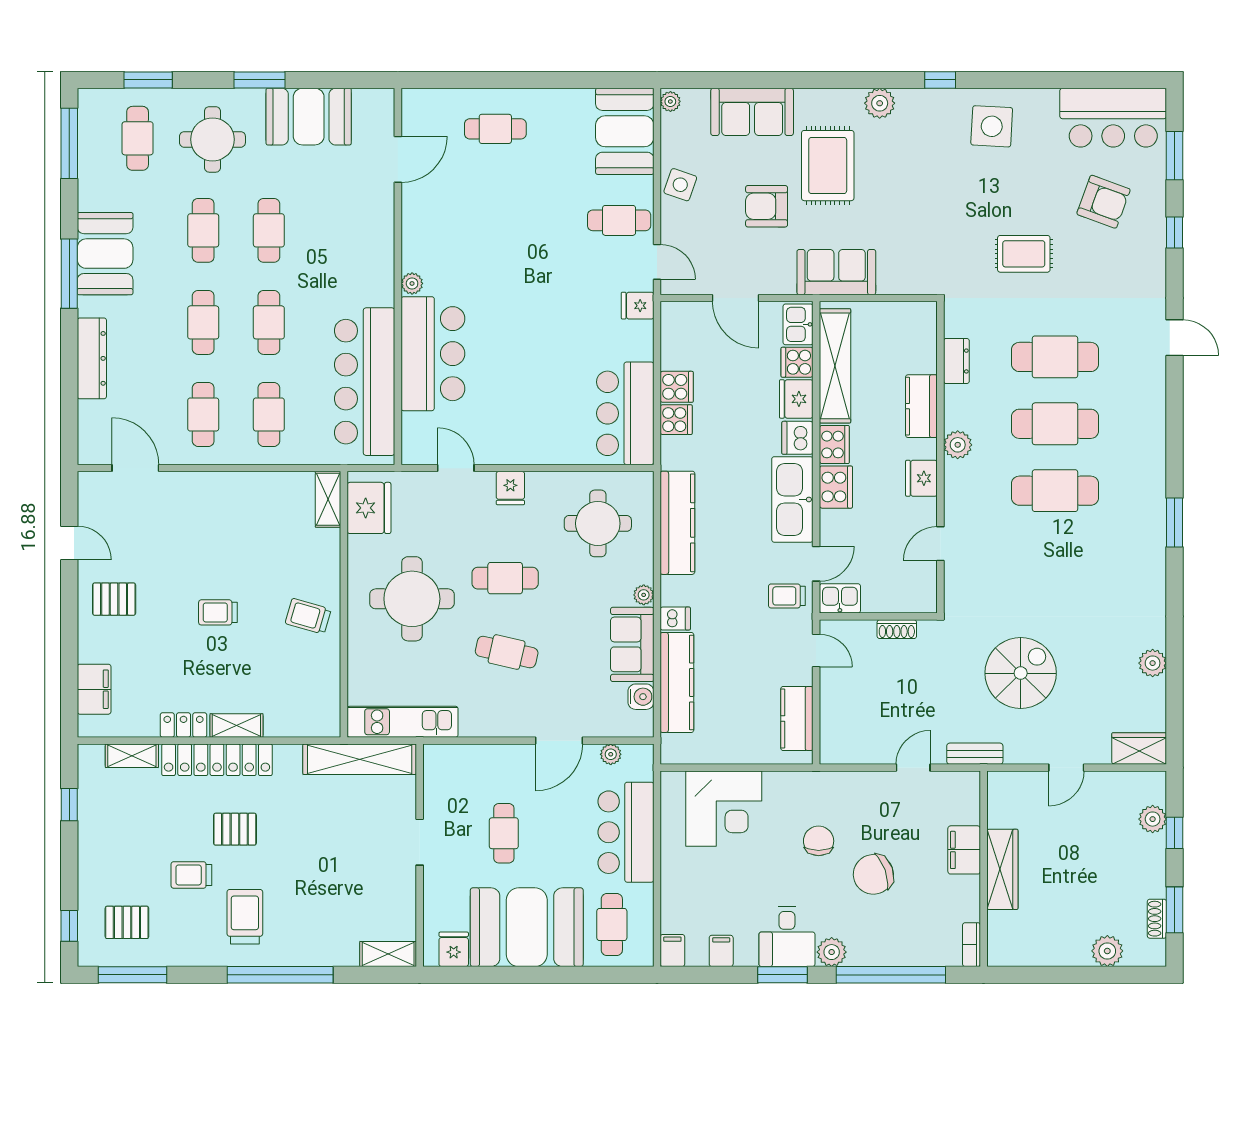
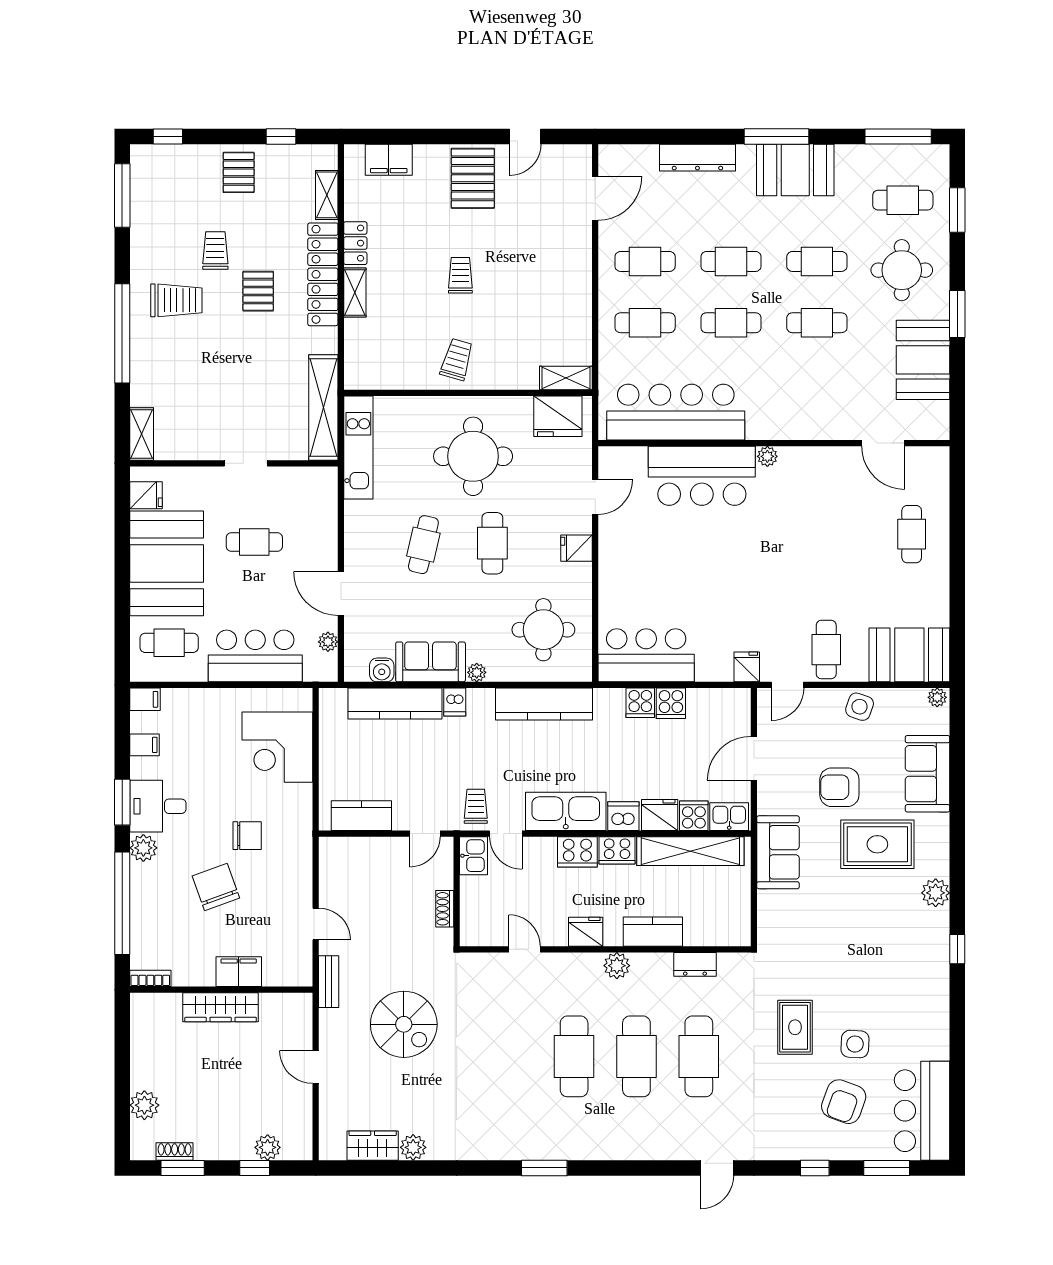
side table: (992, 126) -> (855, 1044), moved, width x0.73, depth x0.73
armchair: (767, 206) -> (839, 787), turned -90
pallet: (114, 599) -> (473, 178), width x1.50, depth x1.42
wardrobe: (1139, 748) -> (373, 1146), moved, turned -90
pallet: (127, 922) -> (239, 172), moved

